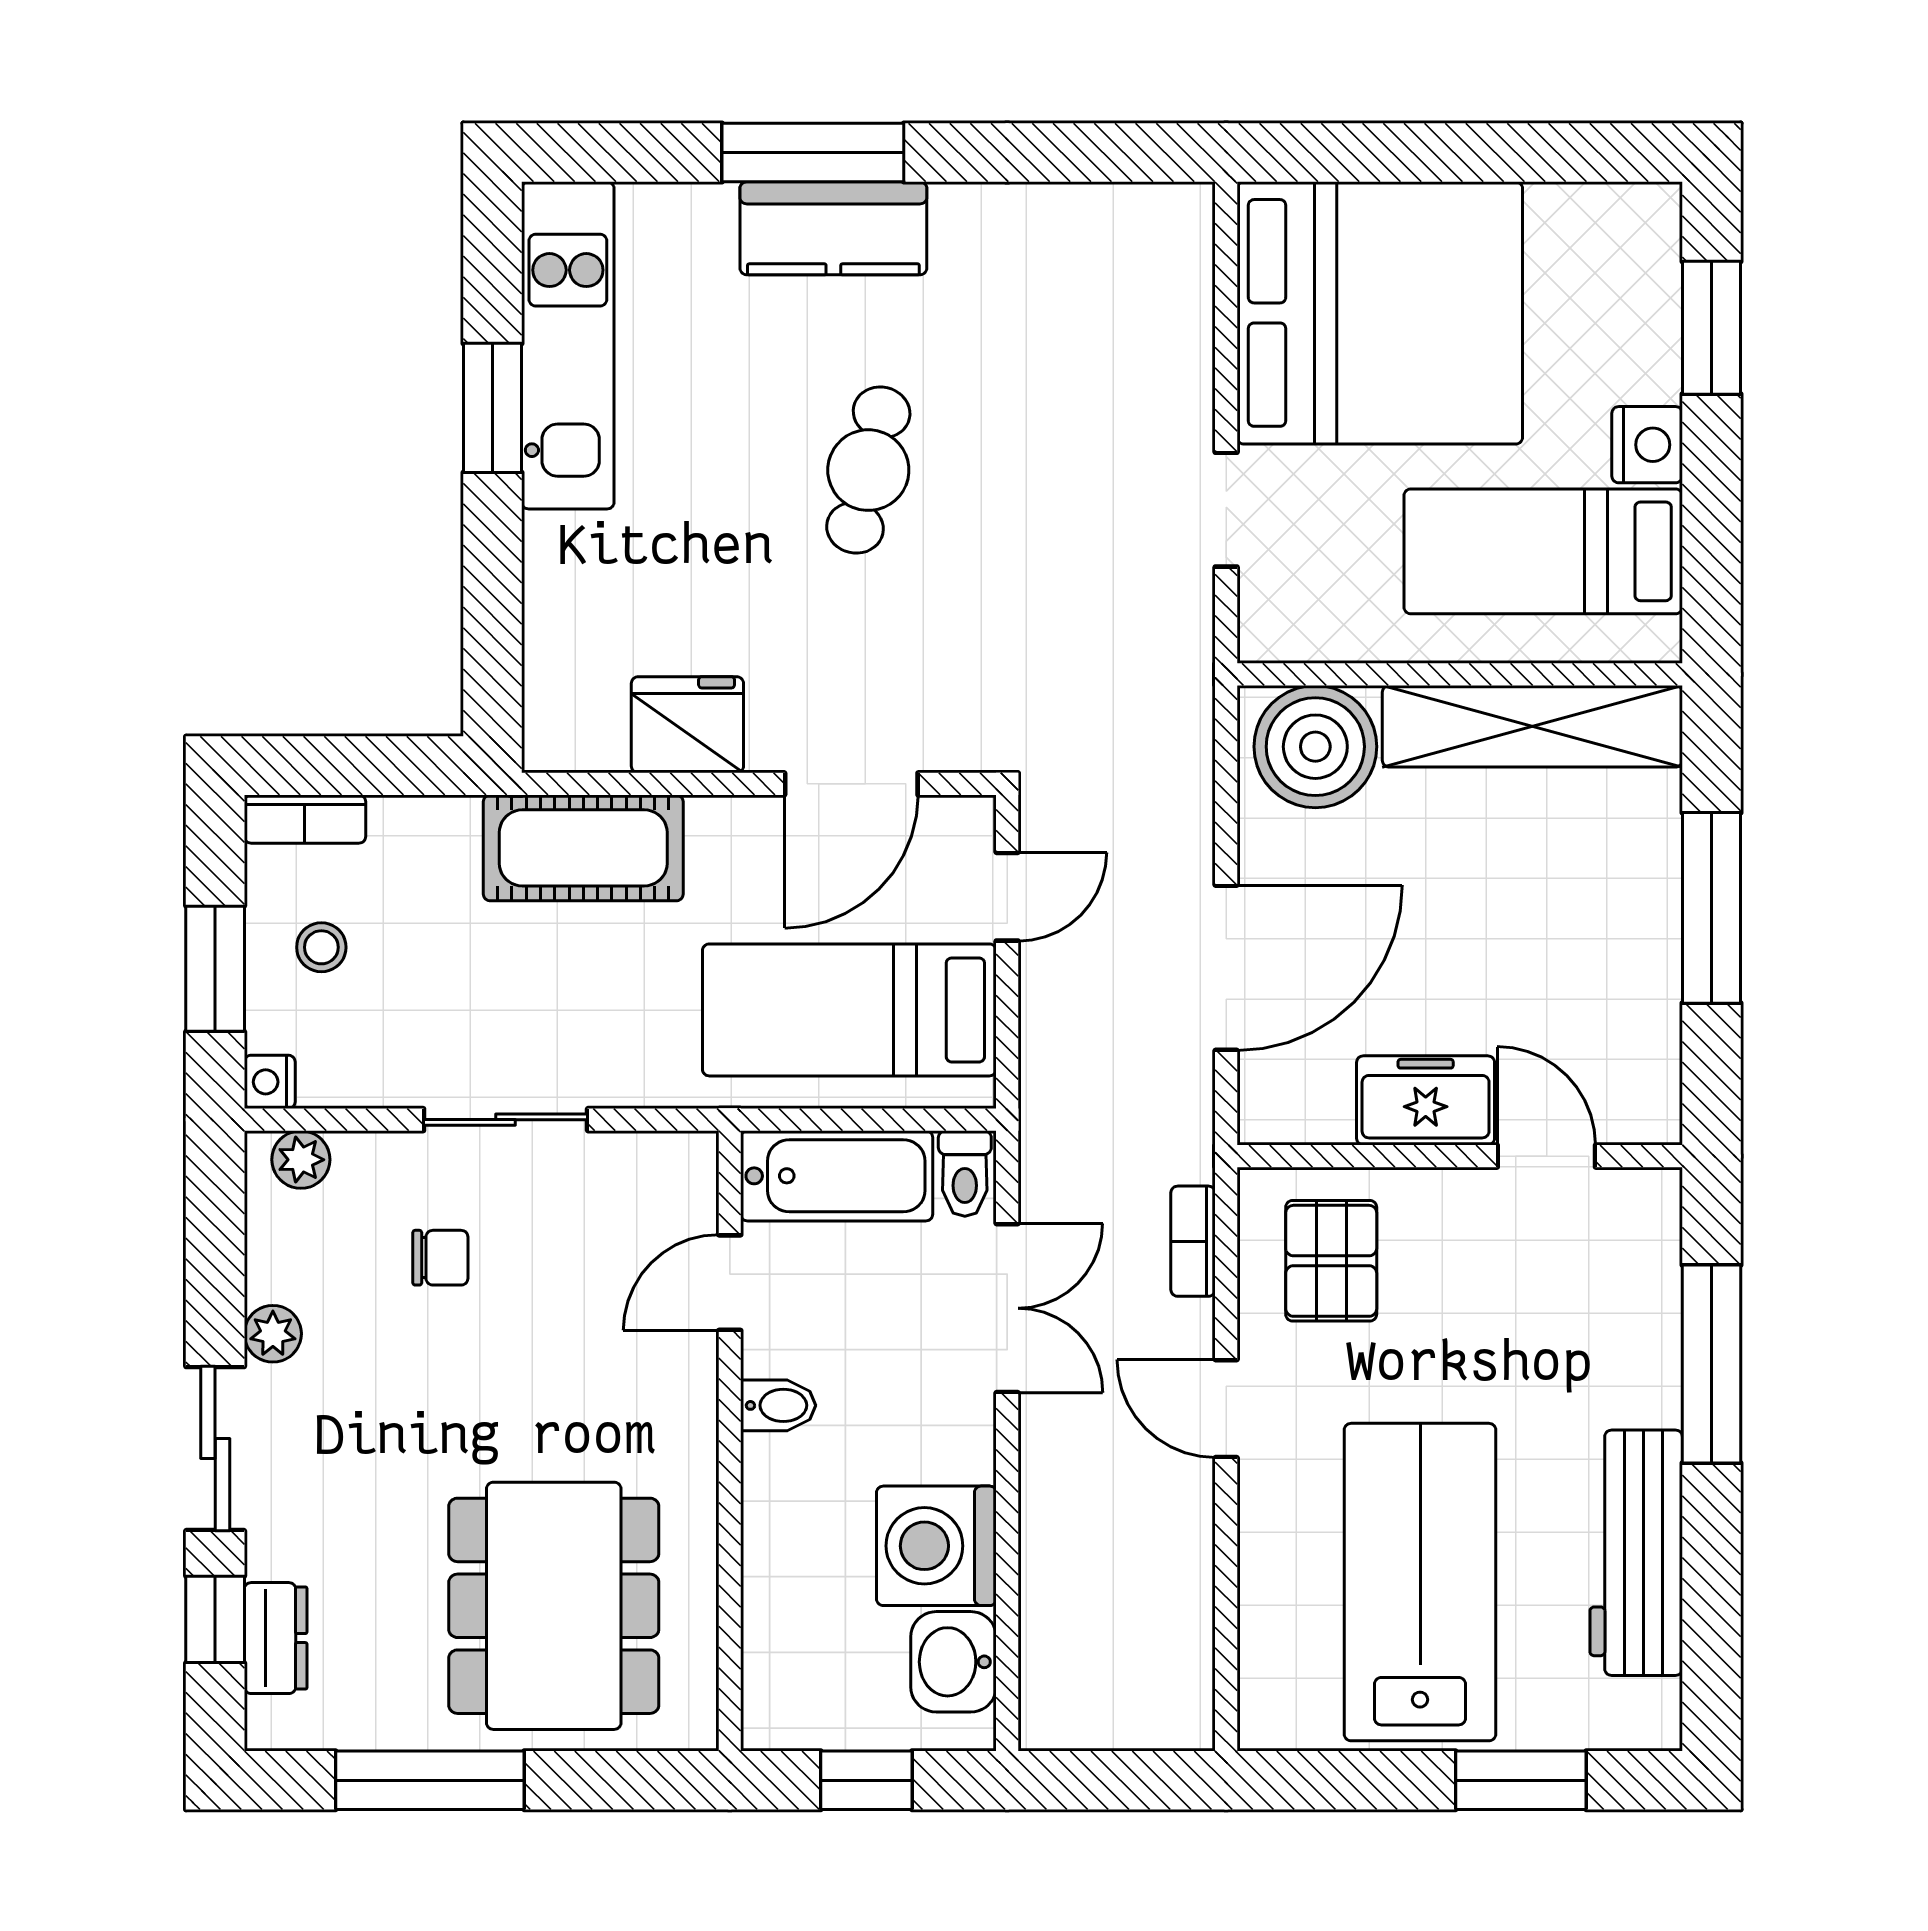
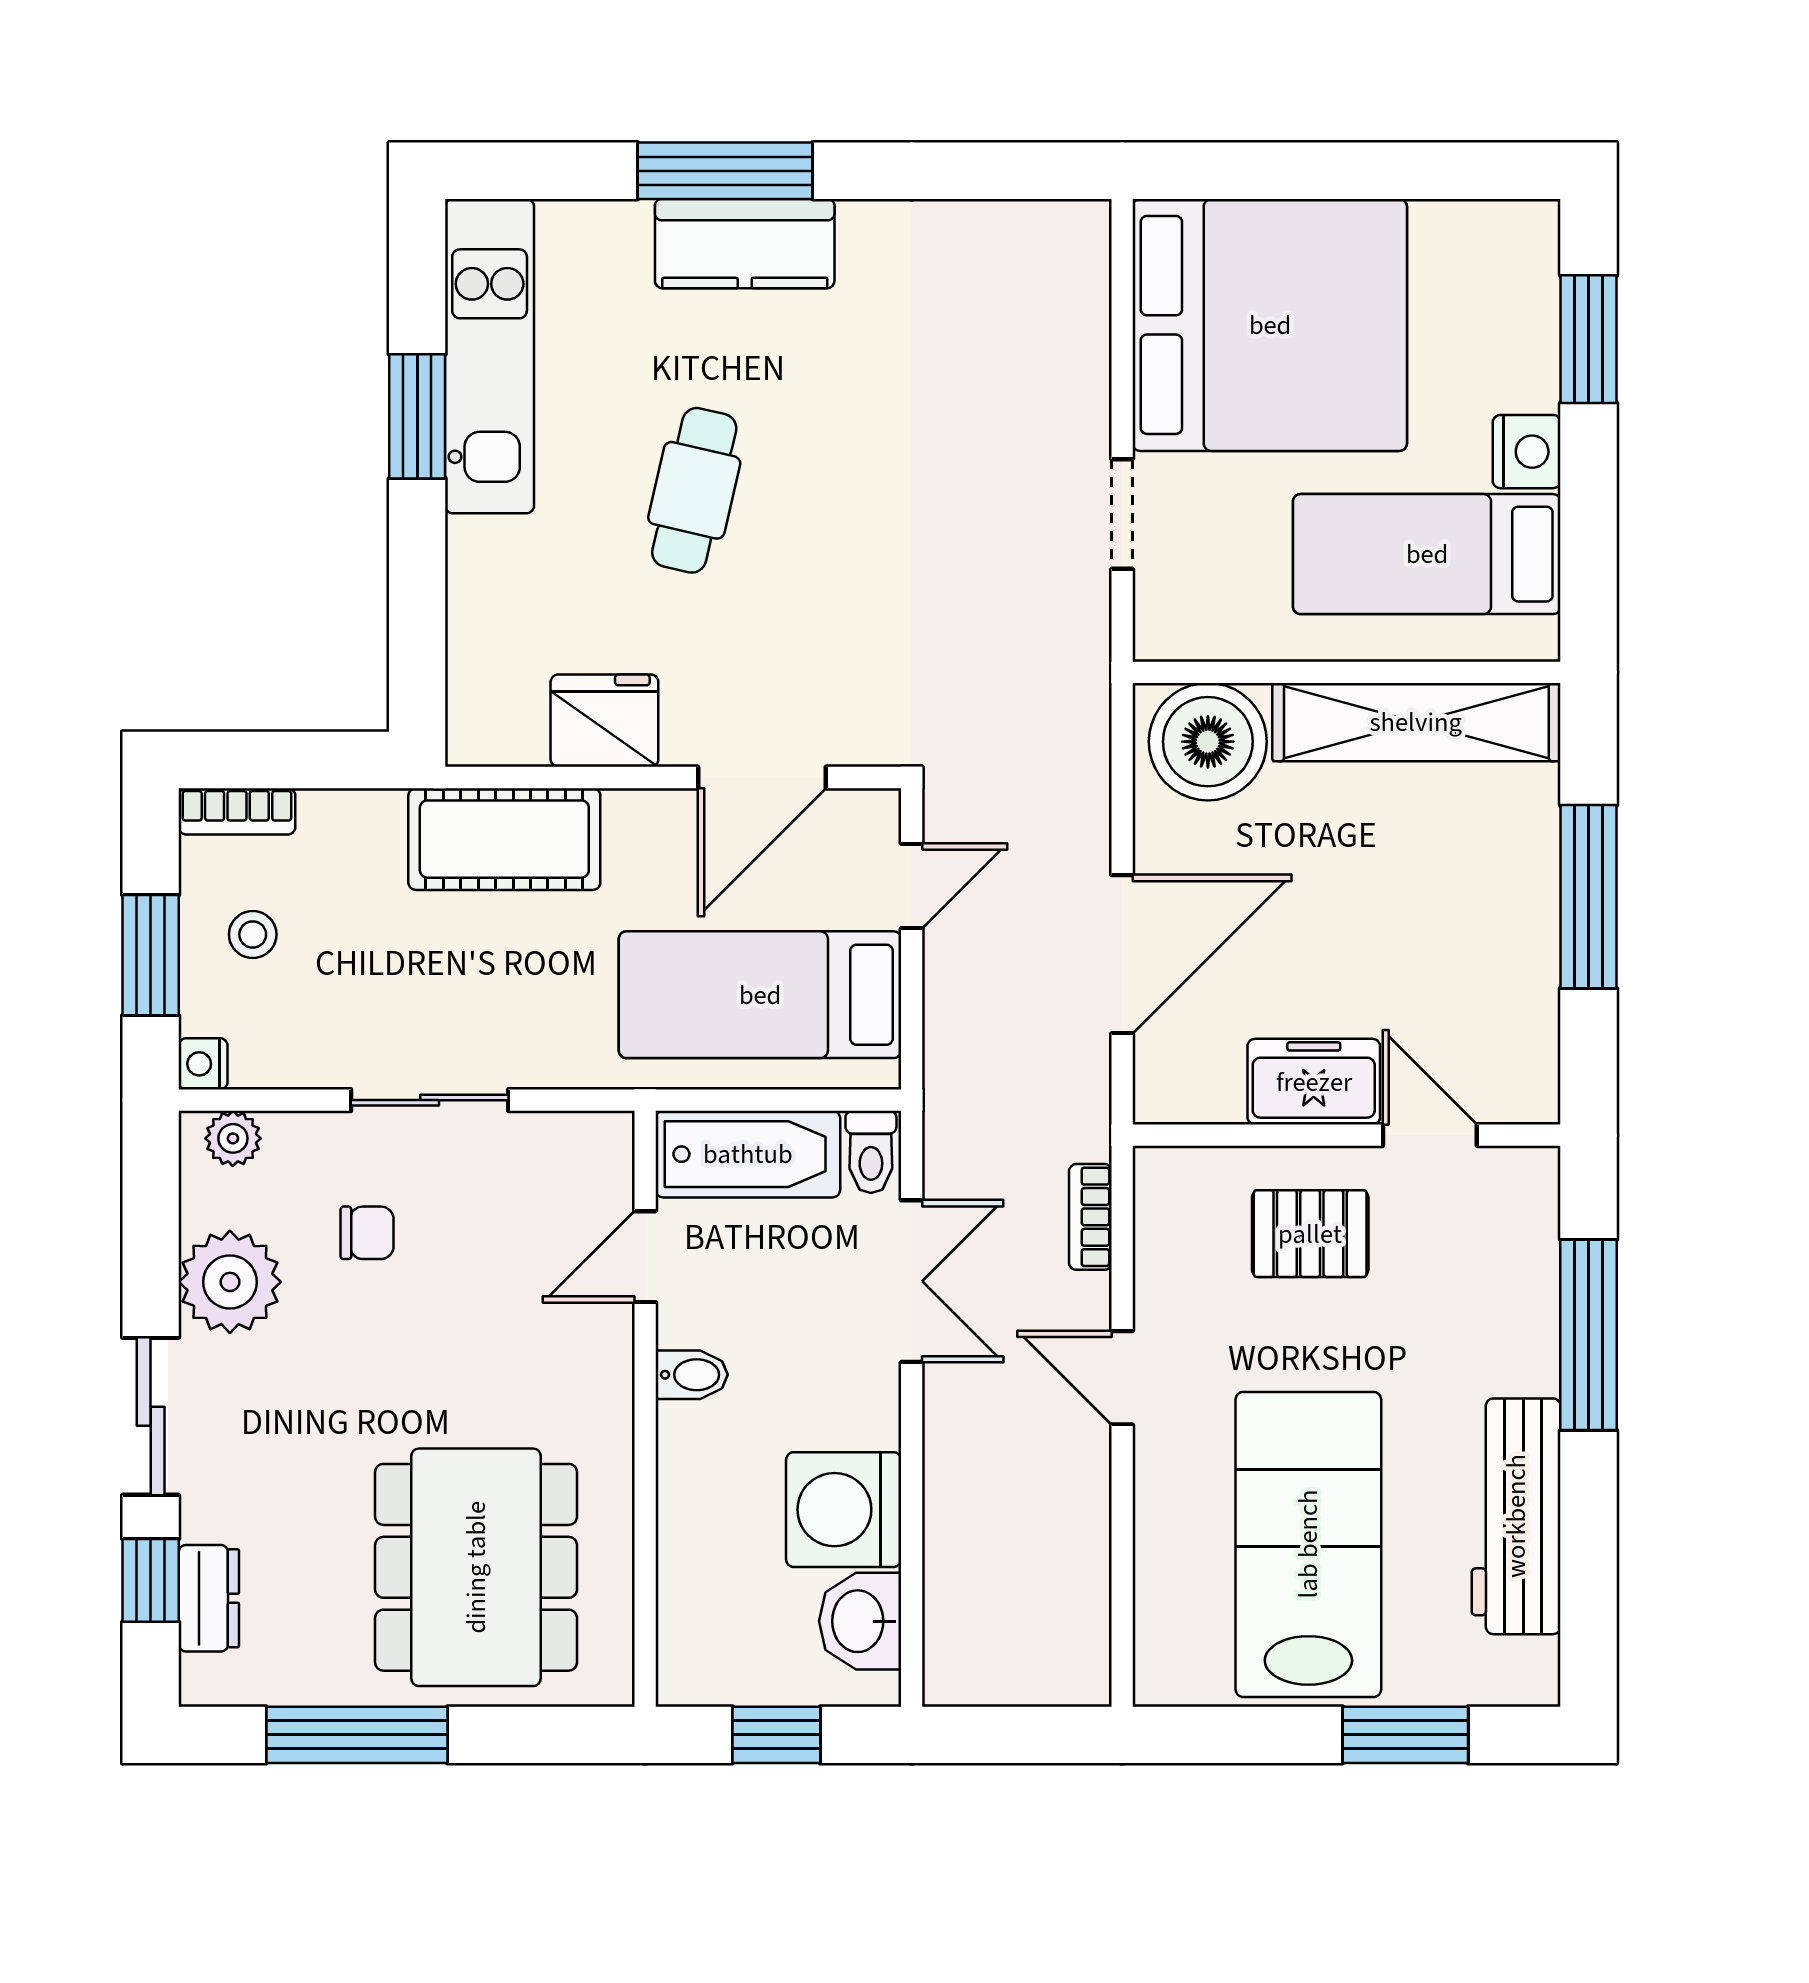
cafe table: (868, 470) -> (694, 490), moved
pallet: (1331, 1261) -> (1310, 1234), moved, turned 90
plant: (273, 1334) -> (230, 1282), width x1.88, depth x1.88

